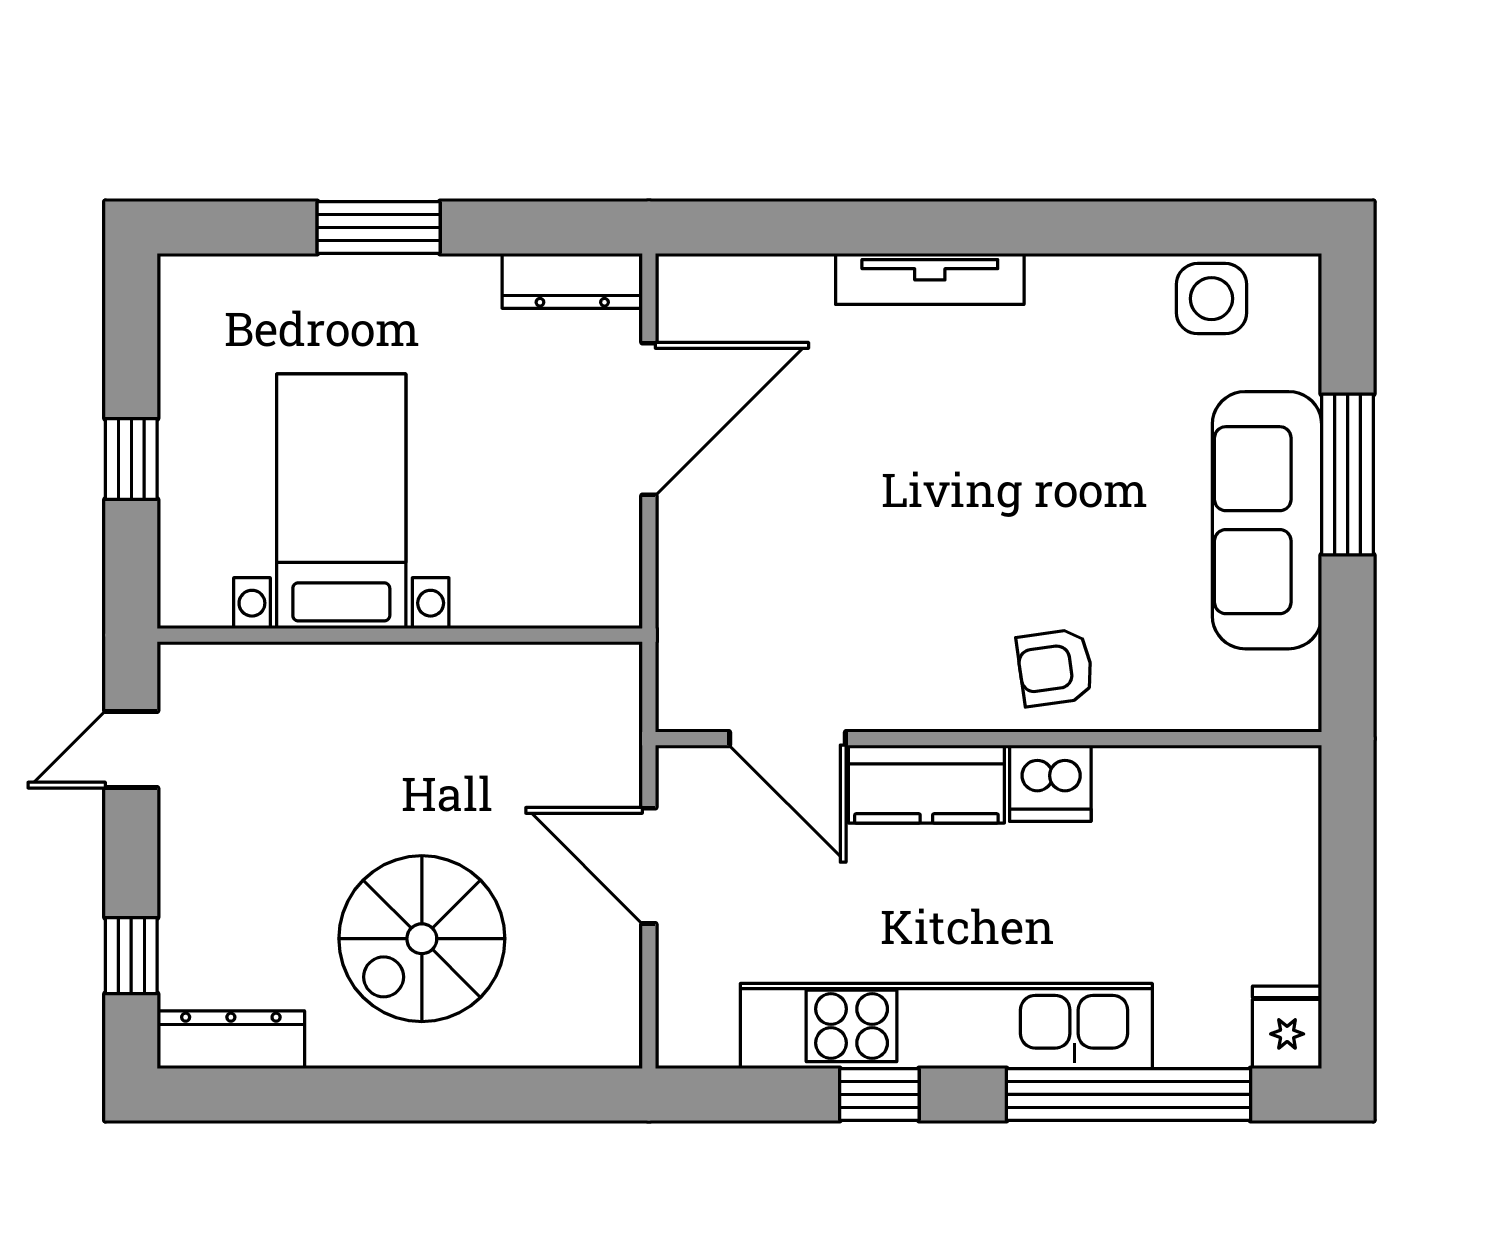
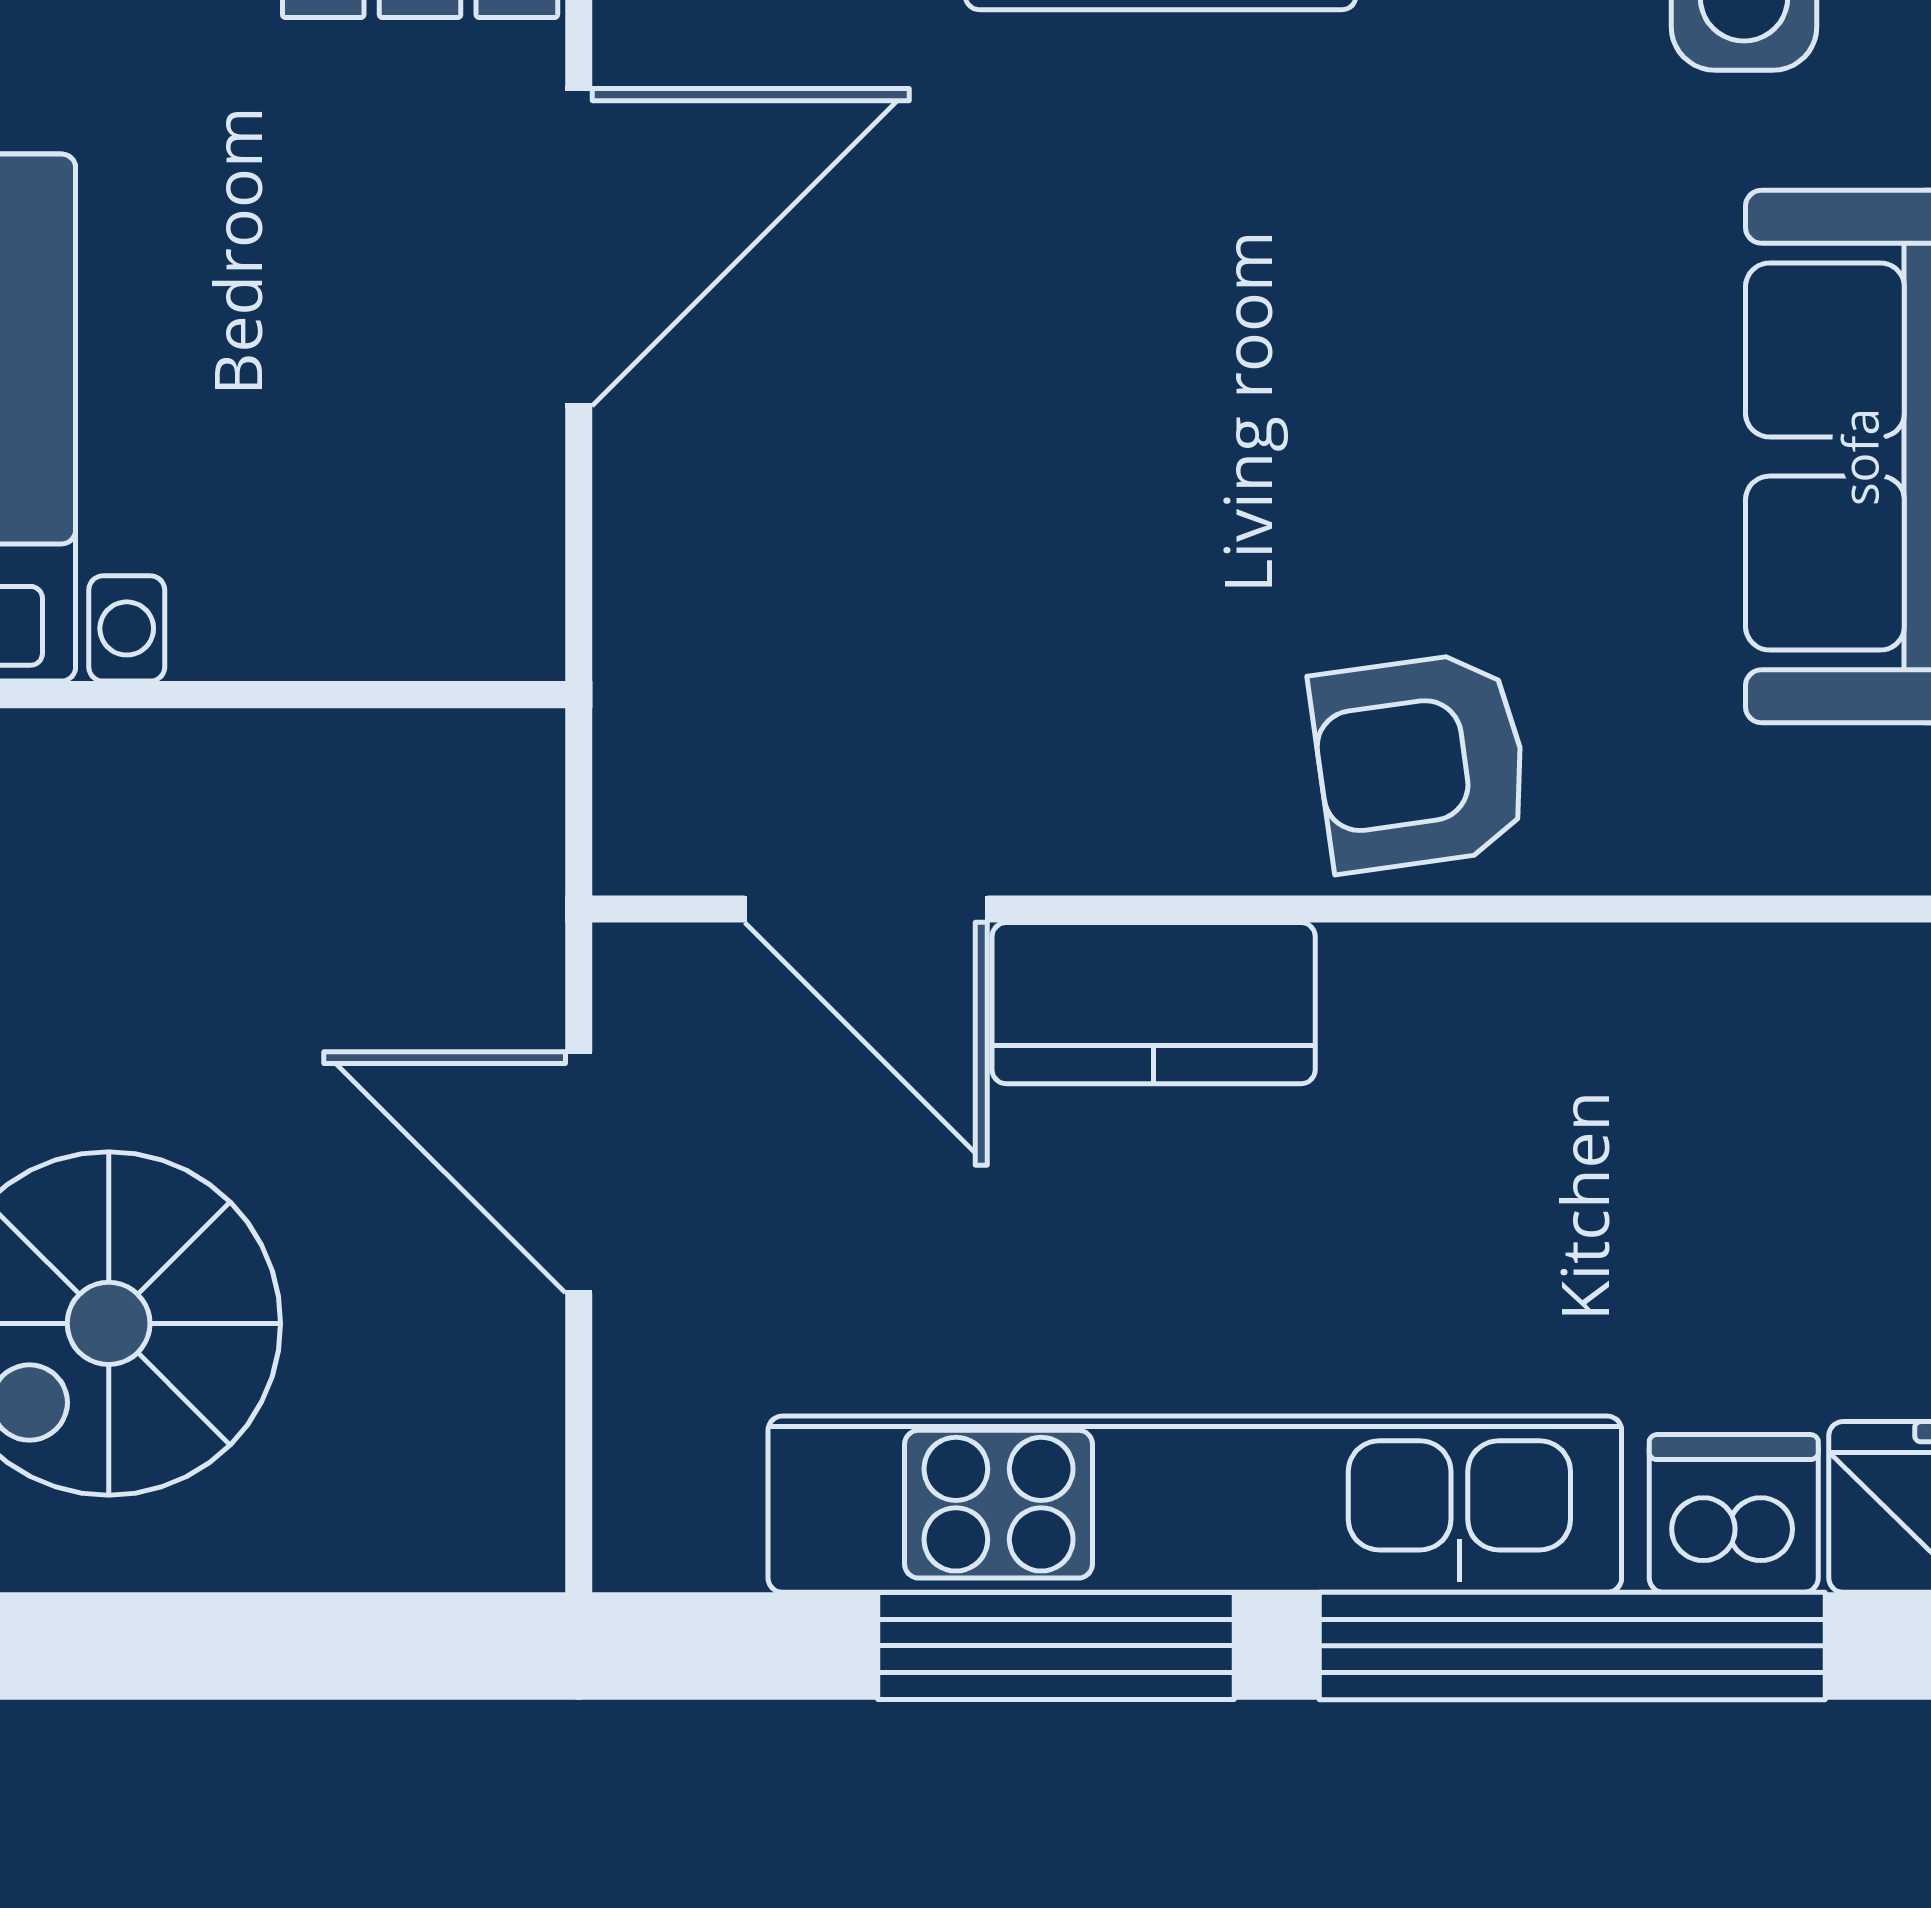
armchair: (1055, 667) -> (1420, 762), width x1.38, depth x1.38
dishwasher: (1050, 783) -> (1734, 1513), moved, turned 180
window: (879, 1094) -> (1056, 1646), width x2.17

